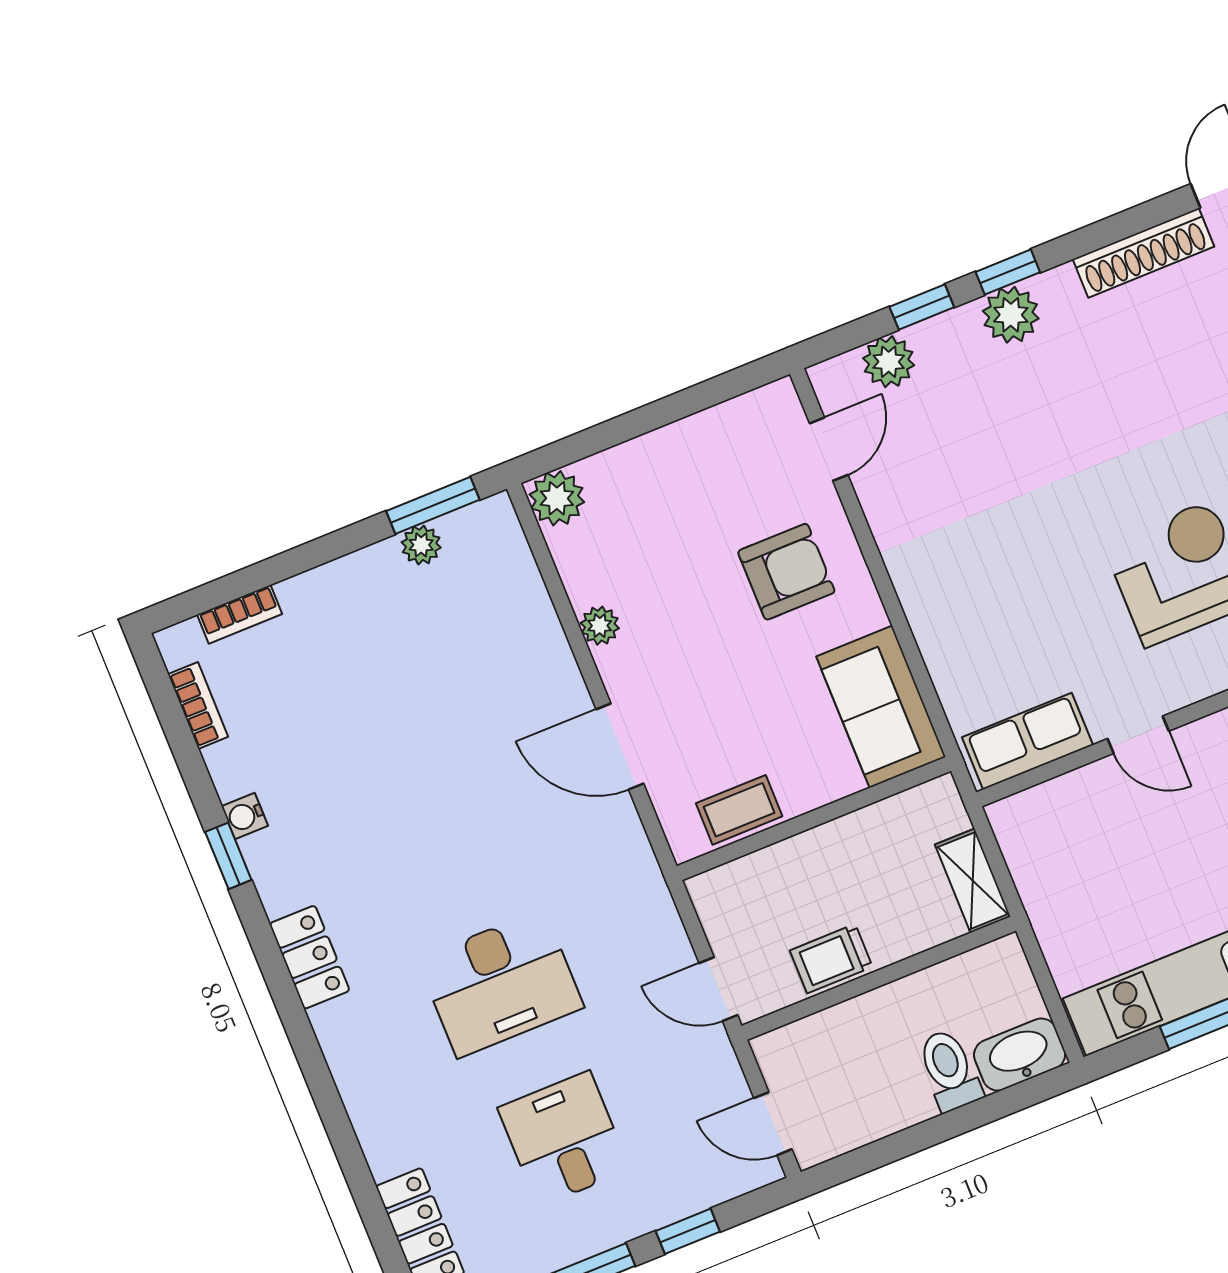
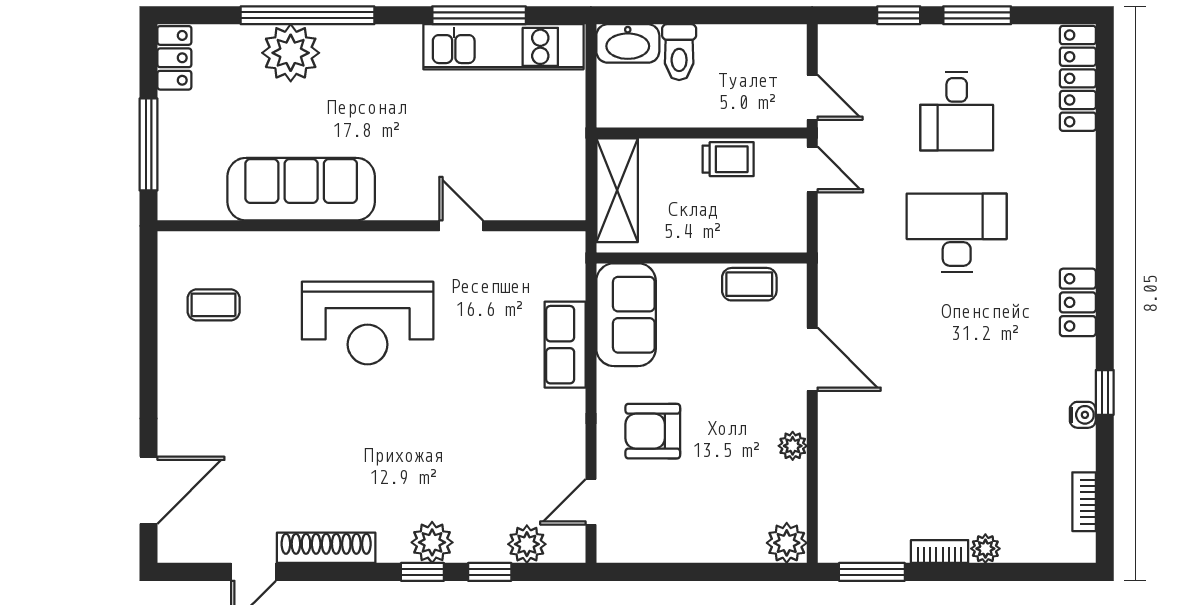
plant: (421, 545) -> (985, 549), moved
bookcase: (240, 614) -> (940, 552), moved
row of seats: (1027, 741) -> (565, 345), moved, turned 90
shelving: (973, 881) -> (617, 190), width x1.50, depth x1.33
door: (773, 1124) -> (812, 97), moved

